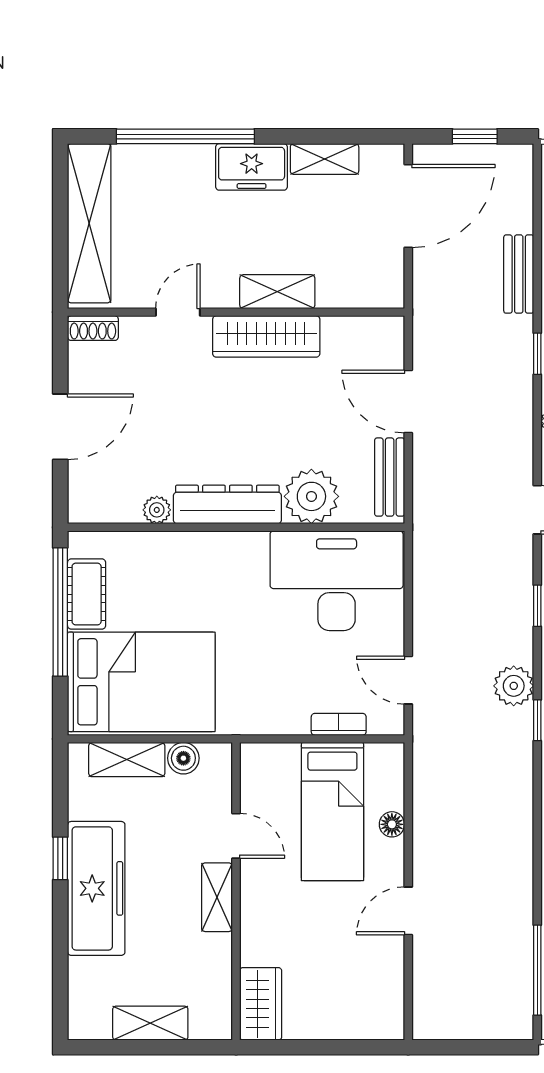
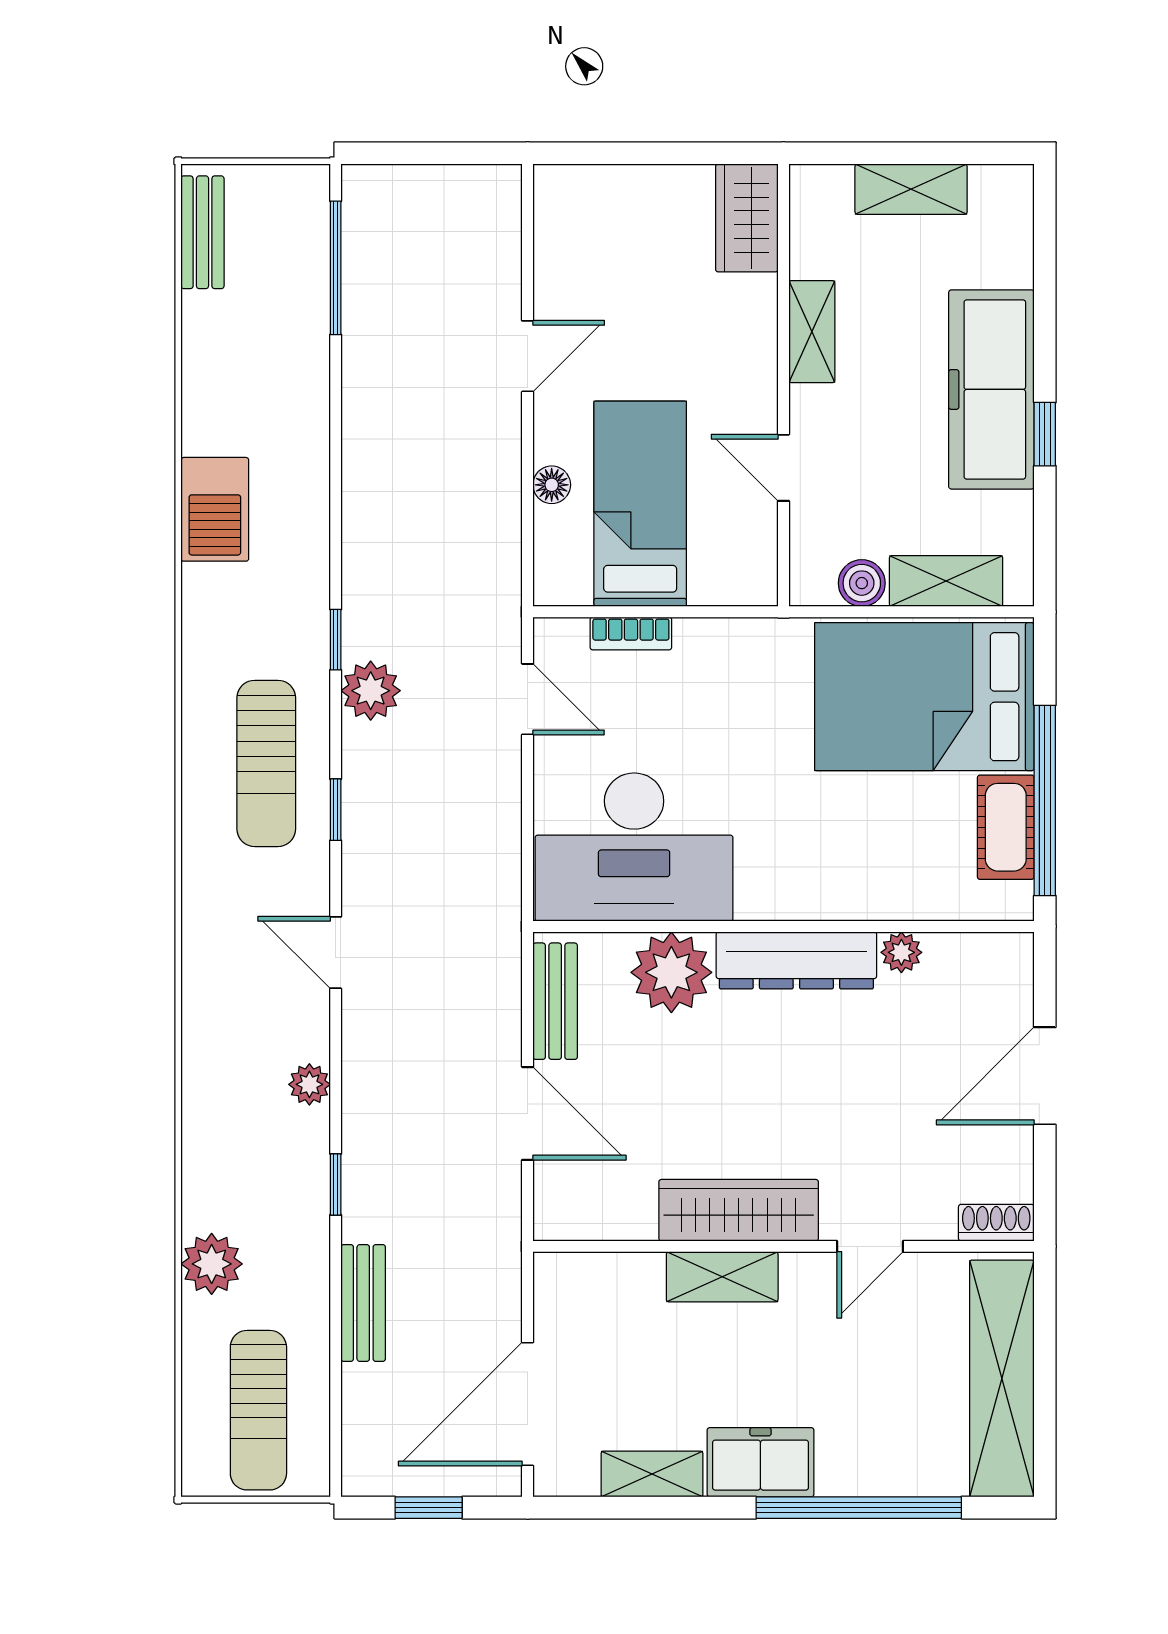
shelving: (217, 897) -> (812, 332), moved

